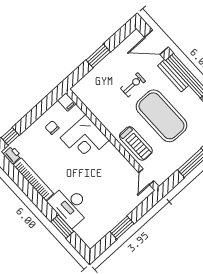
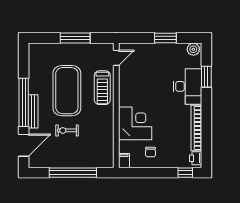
door: (156, 42) -> (24, 145), hinge flipped
window: (98, 56) -> (73, 173), width x2.11
treadmill: (136, 143) -> (102, 88), turned 180
plant: (92, 239) -> (193, 49), added

